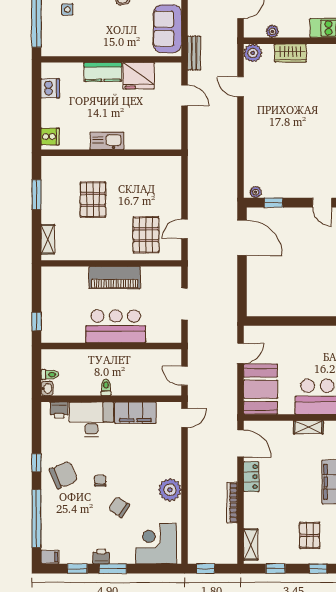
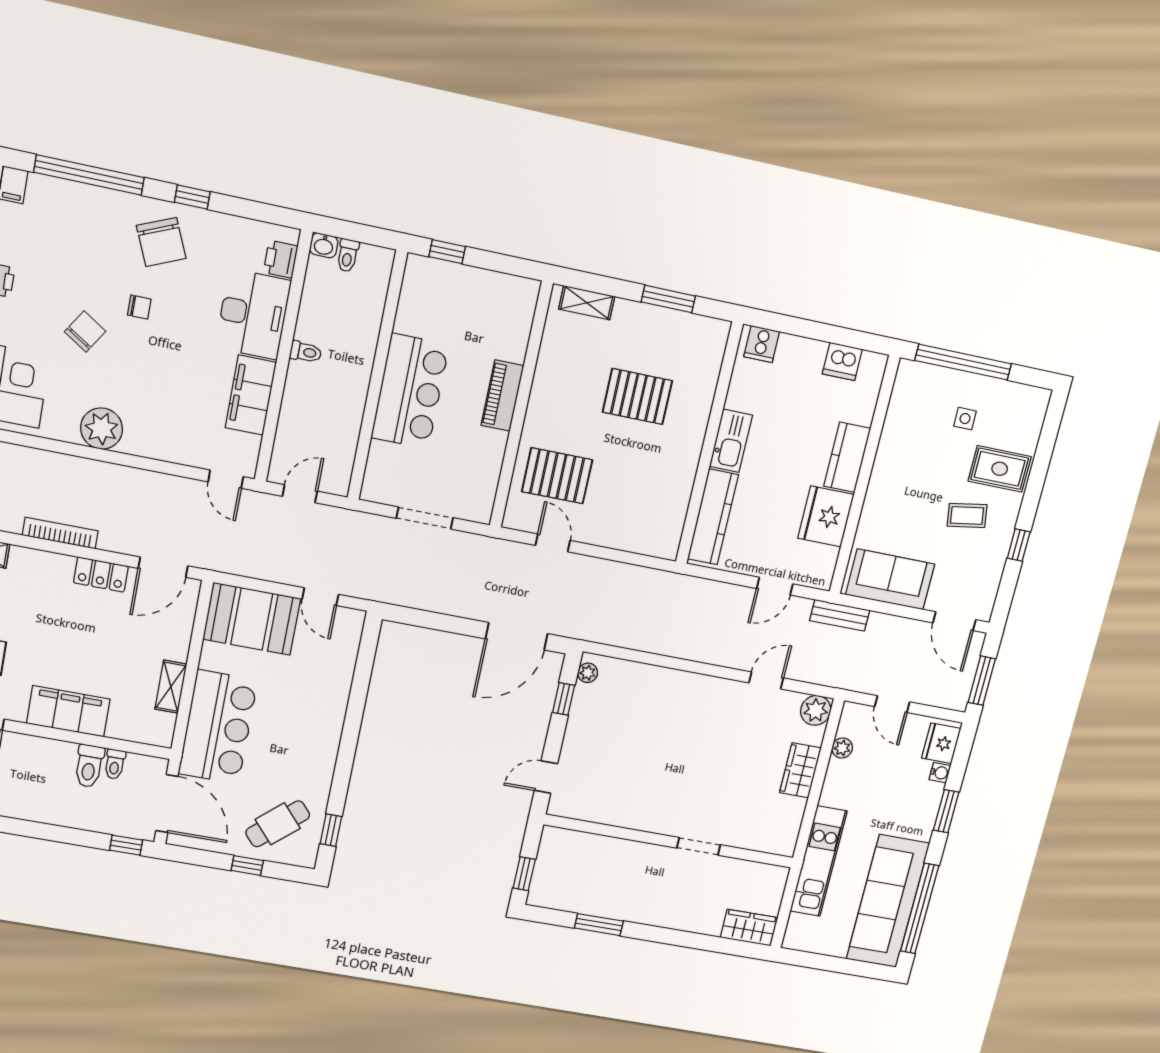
kitchen counter: (152, 141) -> (713, 517), added
piano: (115, 278) -> (502, 396), width x0.73, depth x0.75

